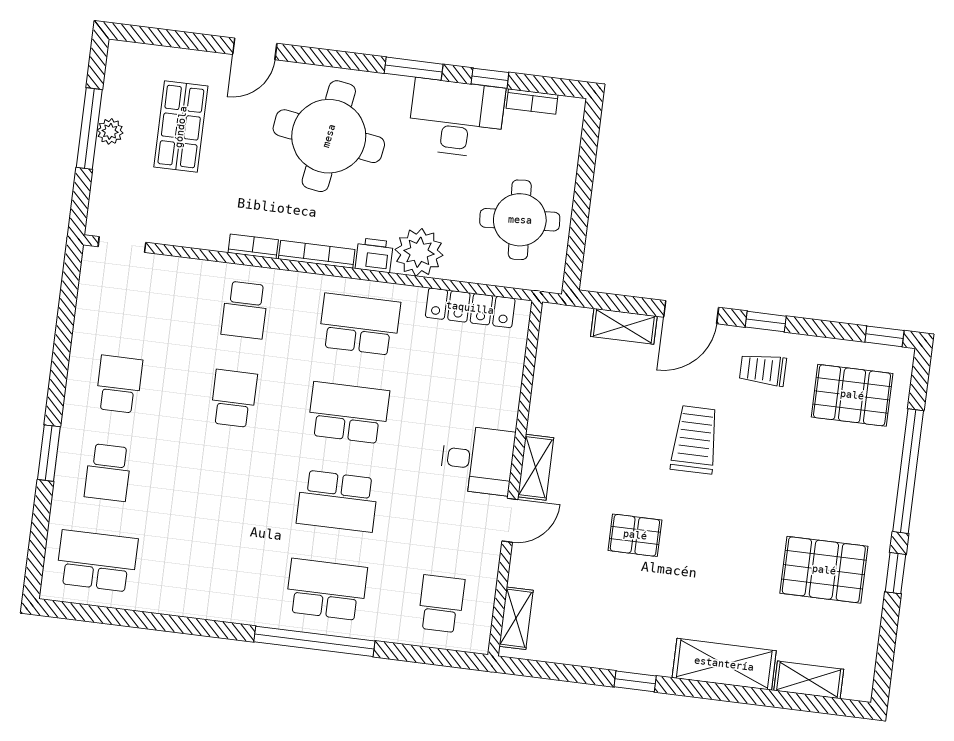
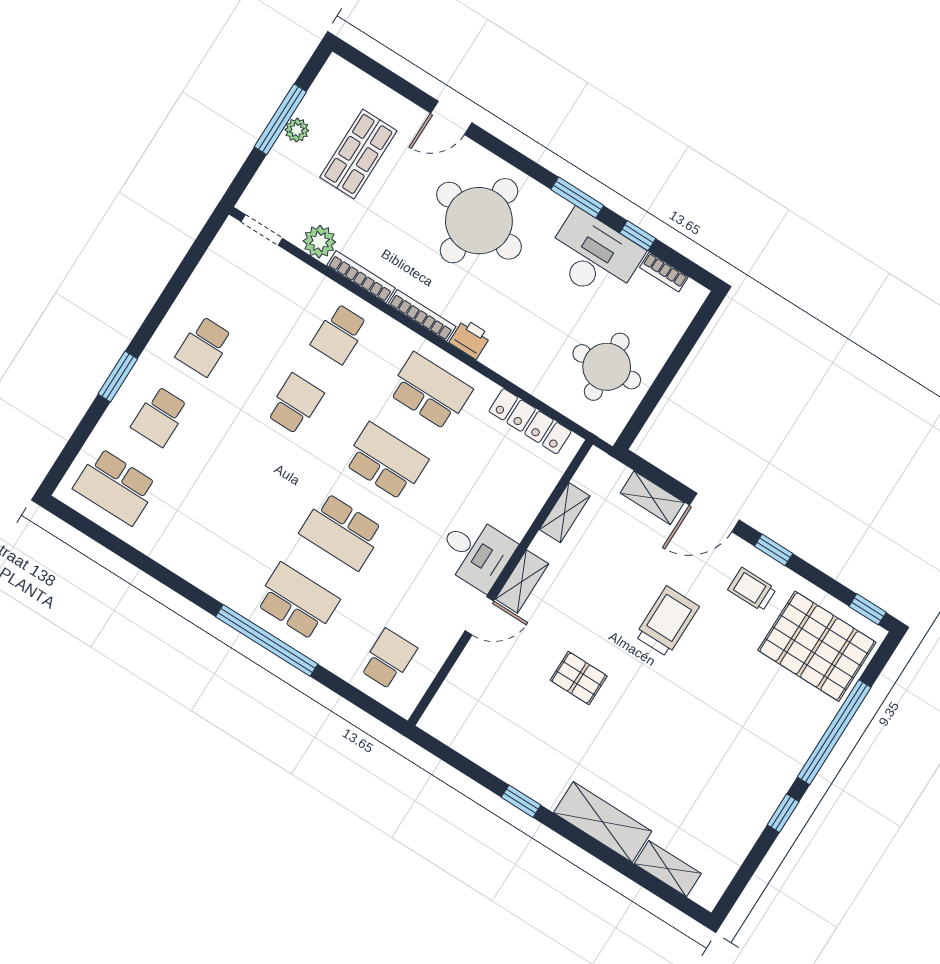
bookcase: (253, 246) -> (361, 277), width x1.56
plant: (419, 252) -> (319, 242), moved, width x0.73, depth x0.73
school desk: (119, 384) -> (204, 346), turned 180
pallet: (852, 395) -> (817, 646), width x1.37, depth x1.41
school desk: (97, 561) -> (115, 486), turned 180
pallet: (824, 570) -> (724, 782), removed
shelving: (516, 618) -> (565, 513), moved

